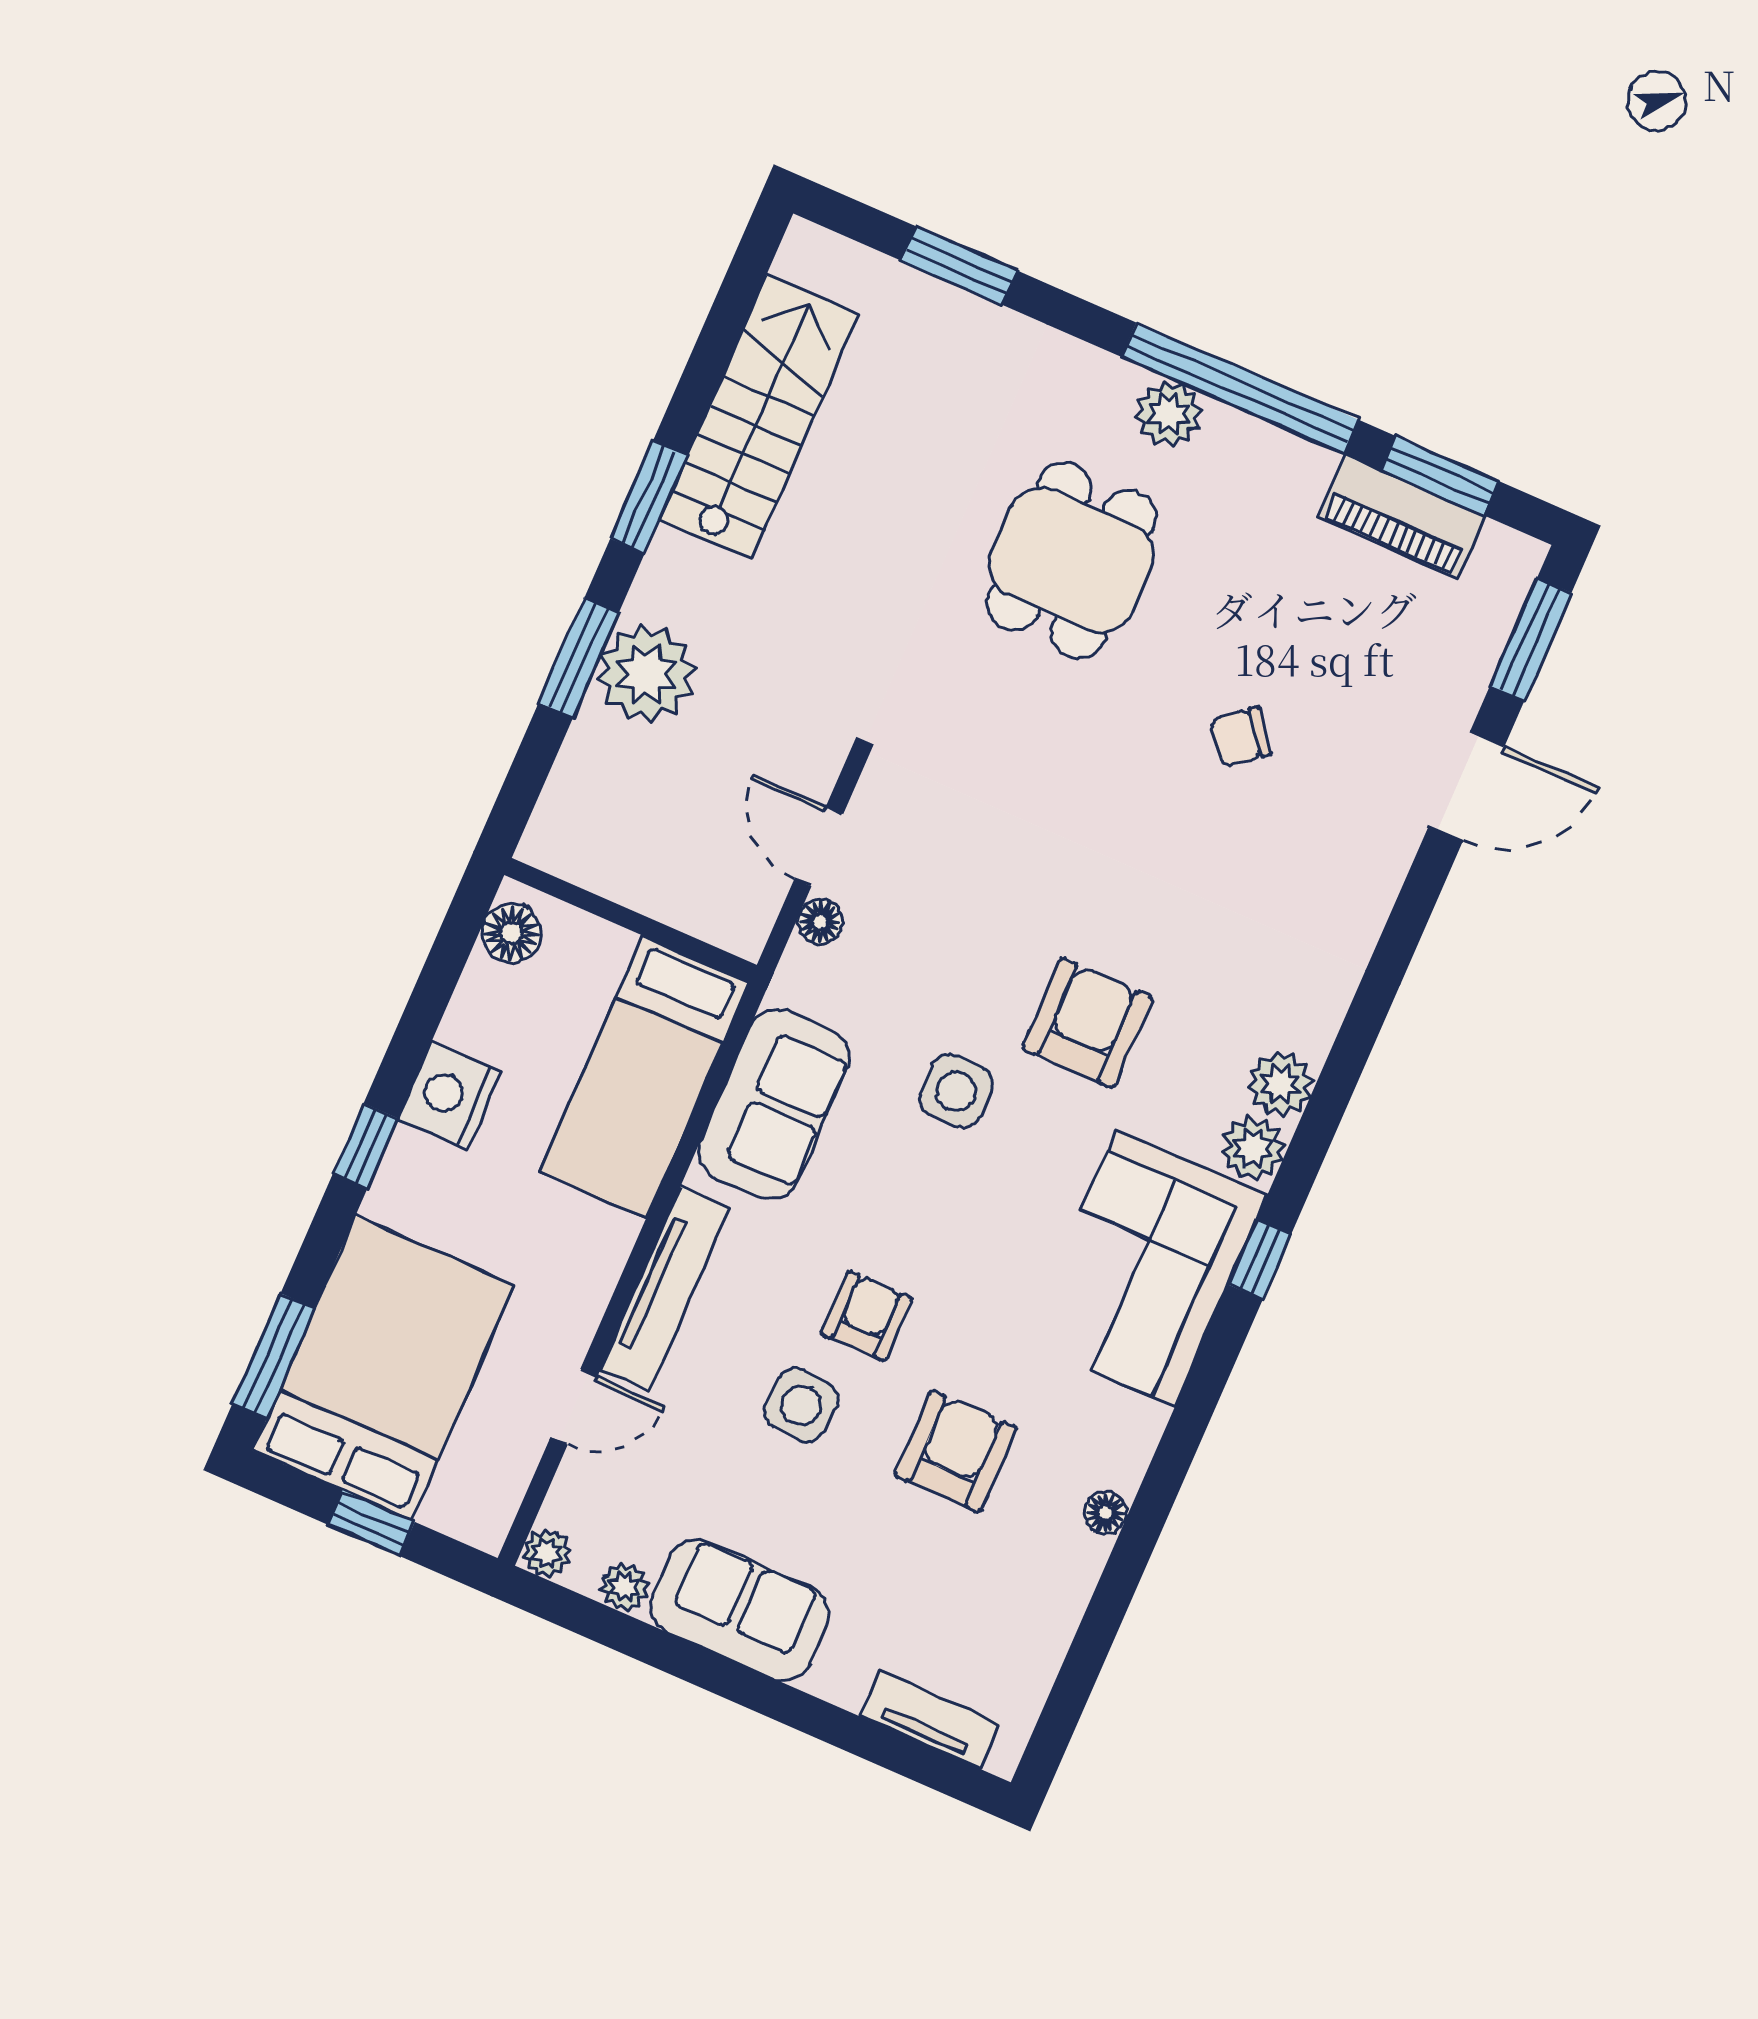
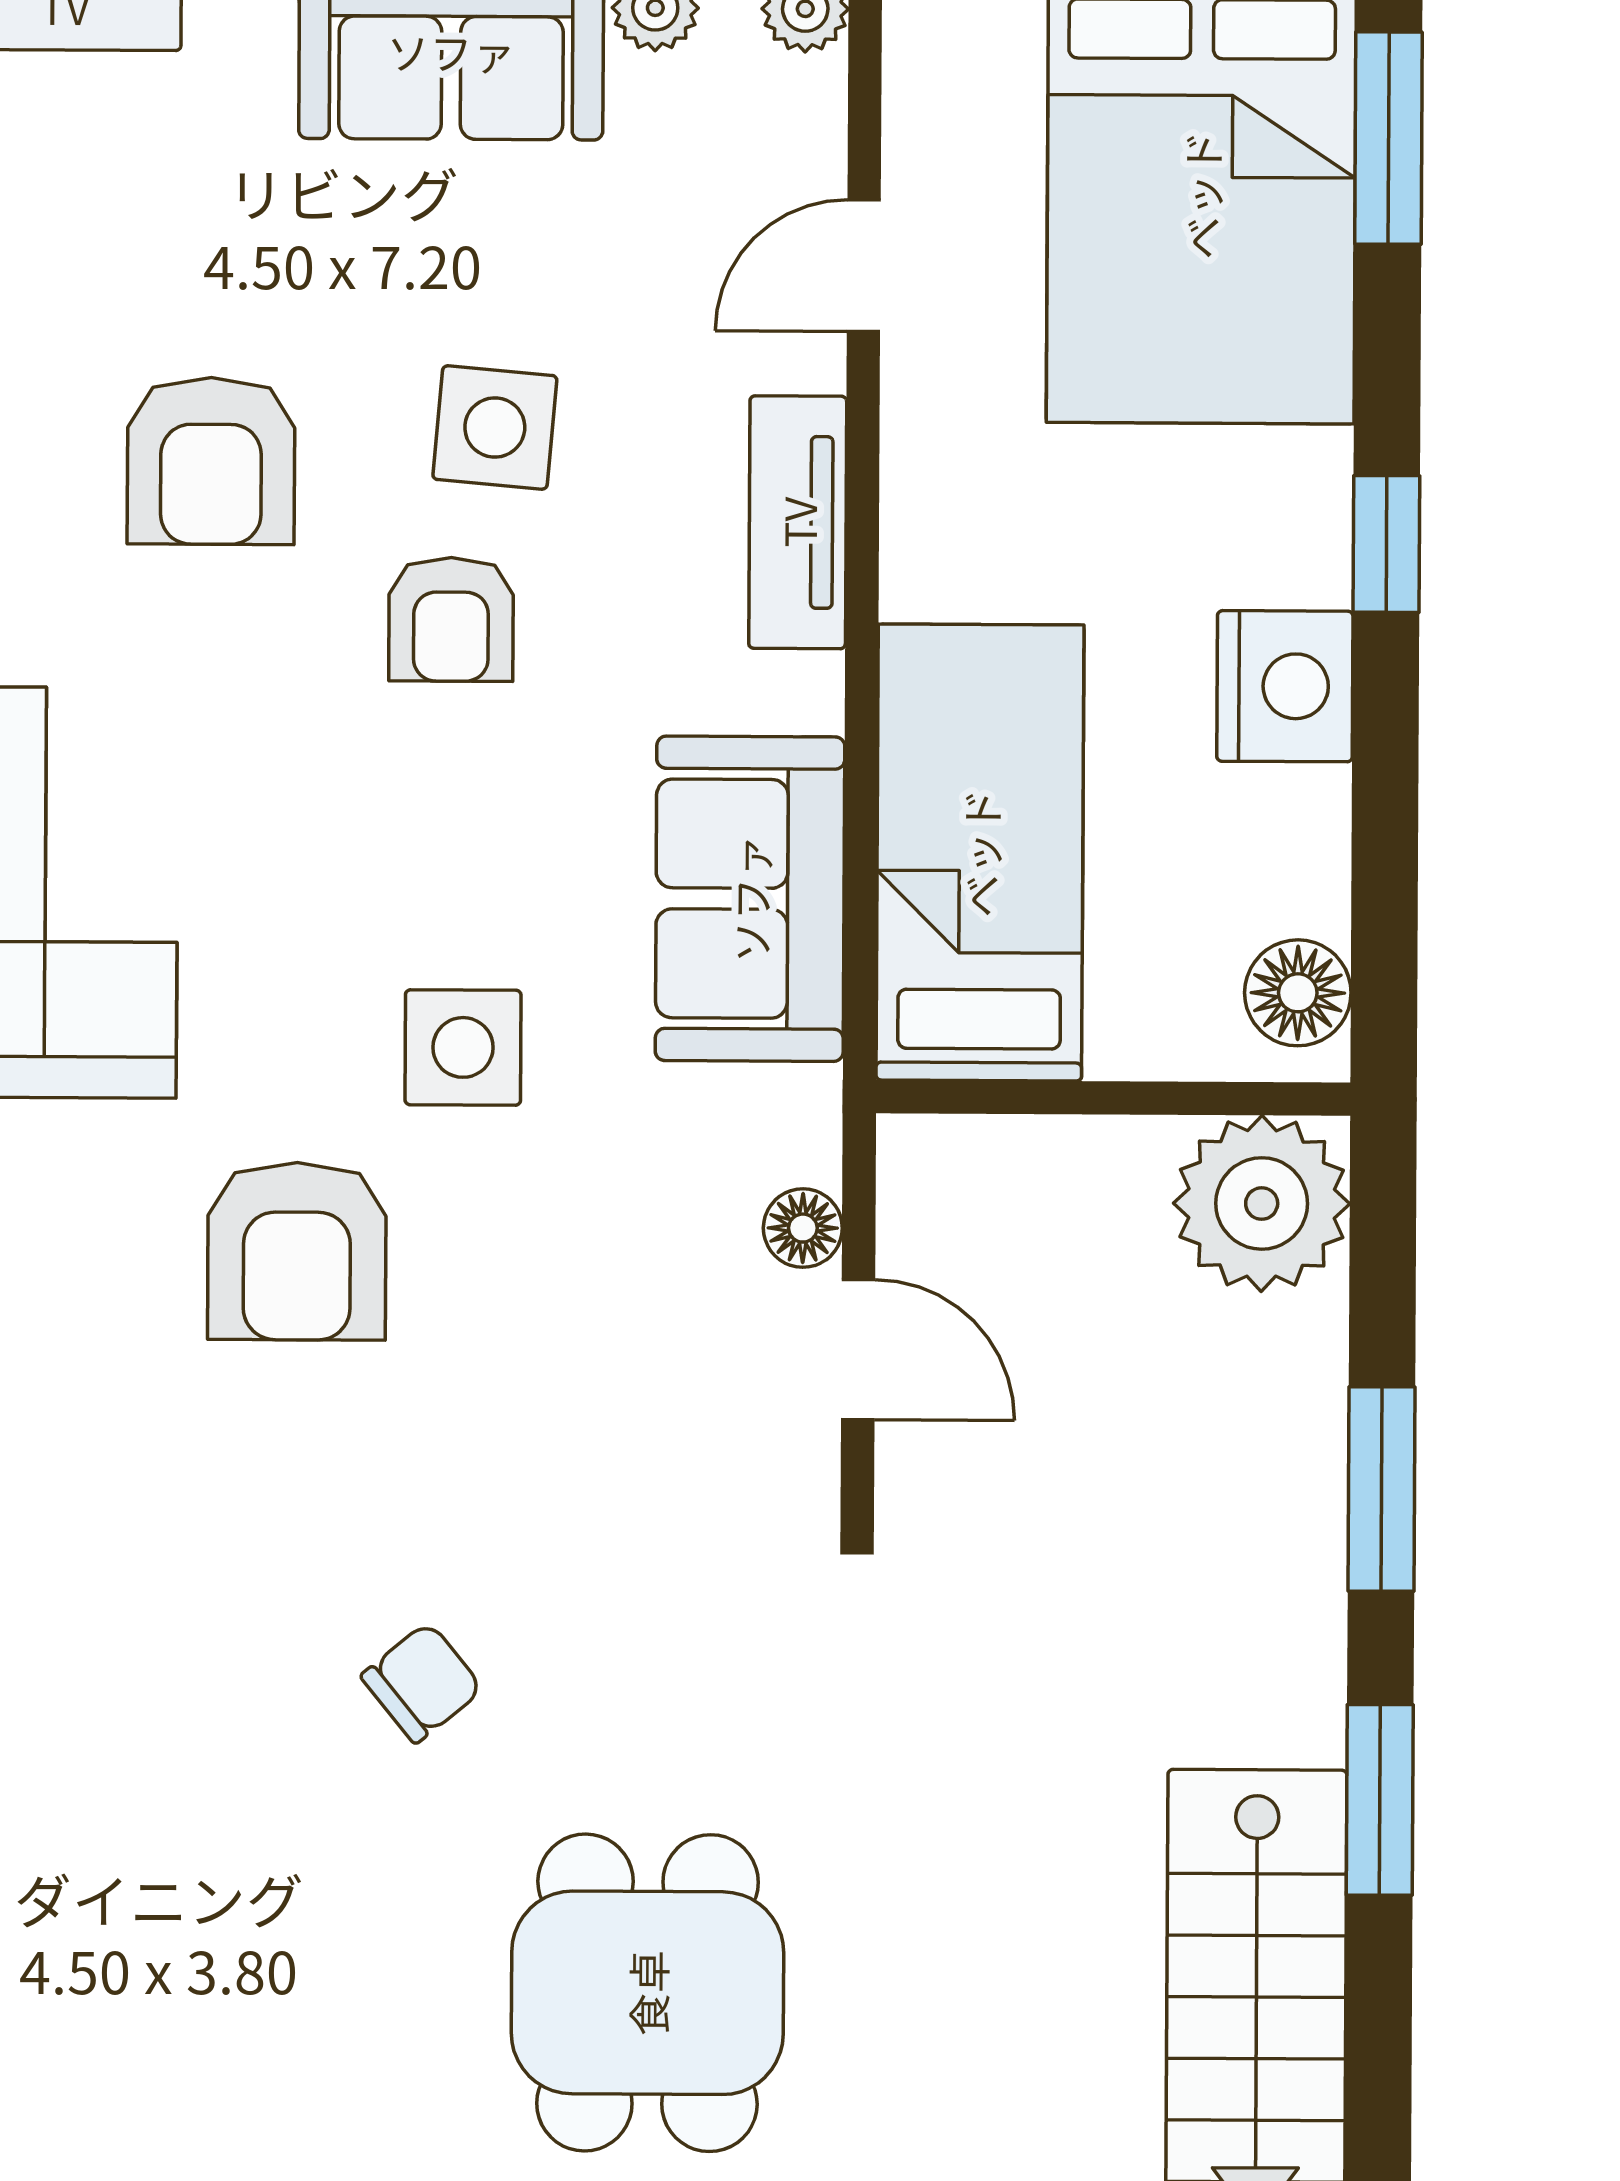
plant: (646, 674) -> (1262, 1203), moved
chair: (1241, 737) -> (422, 1683), moved
tv unit: (665, 1289) -> (798, 522), width x0.71

